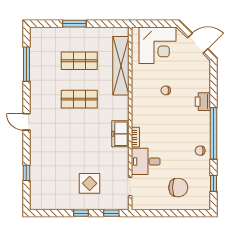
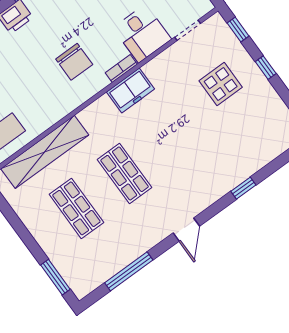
window: (74, 24) -> (55, 277), moved
chair: (166, 90) -> (74, 62), moved, width x1.87, depth x1.87
door: (26, 122) -> (186, 230), moved
window: (26, 173) -> (243, 188), moved

